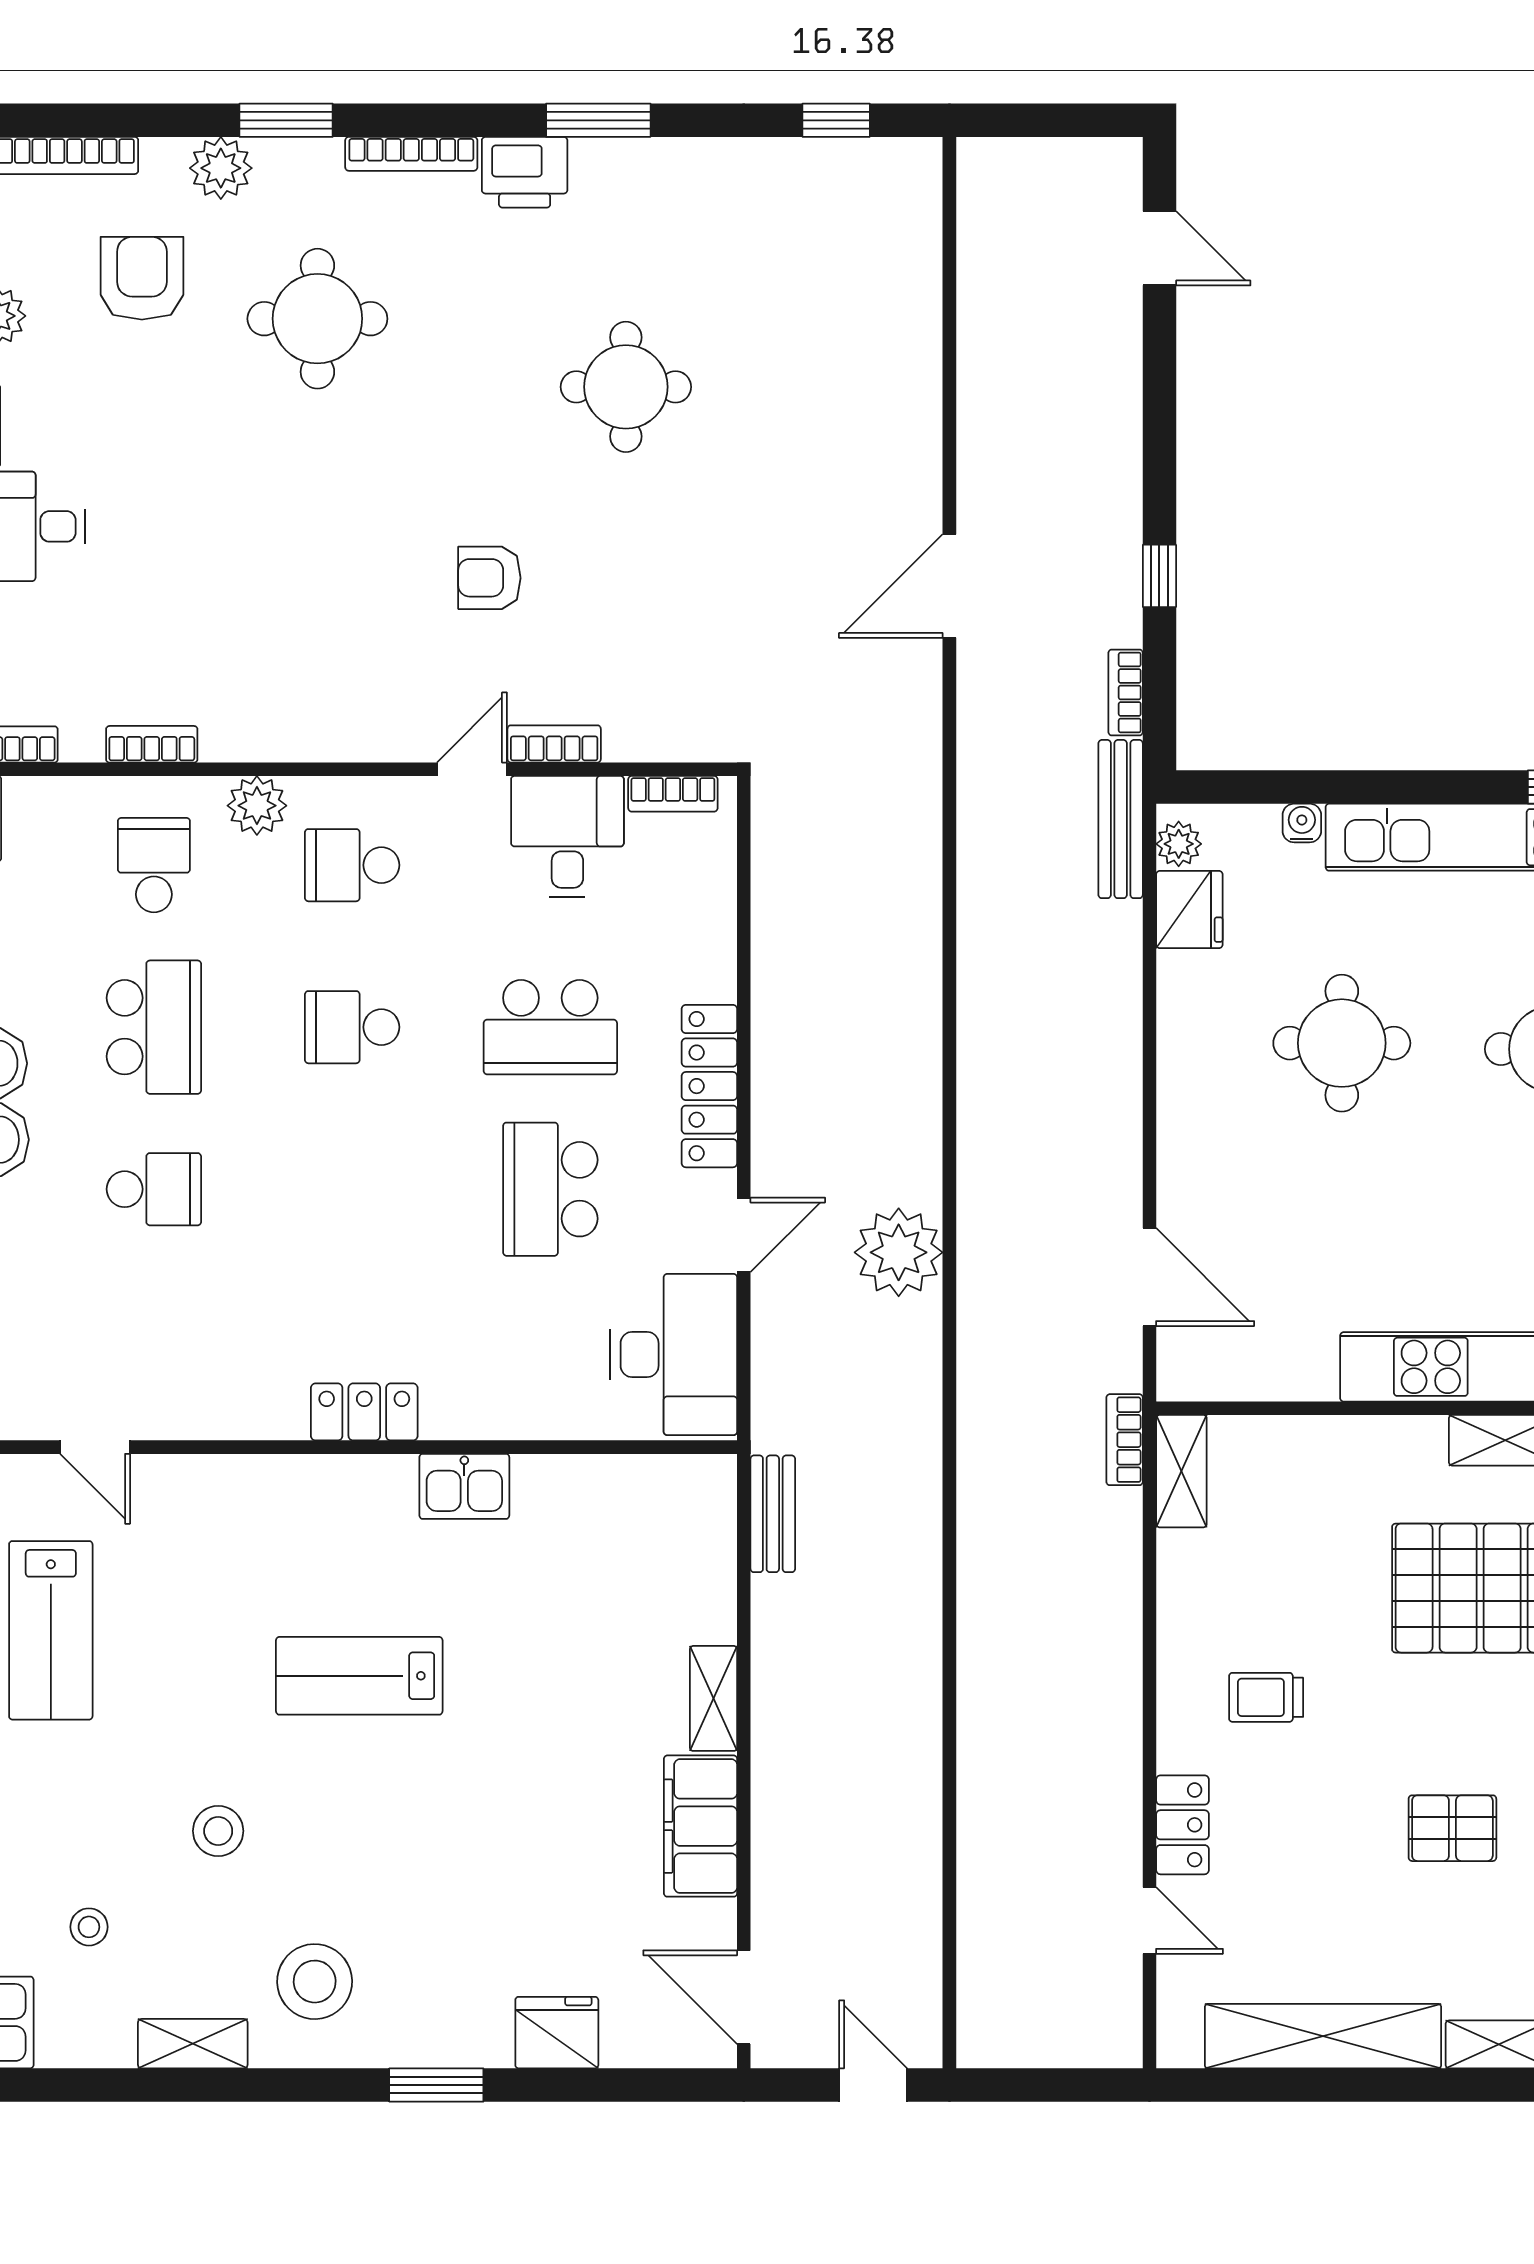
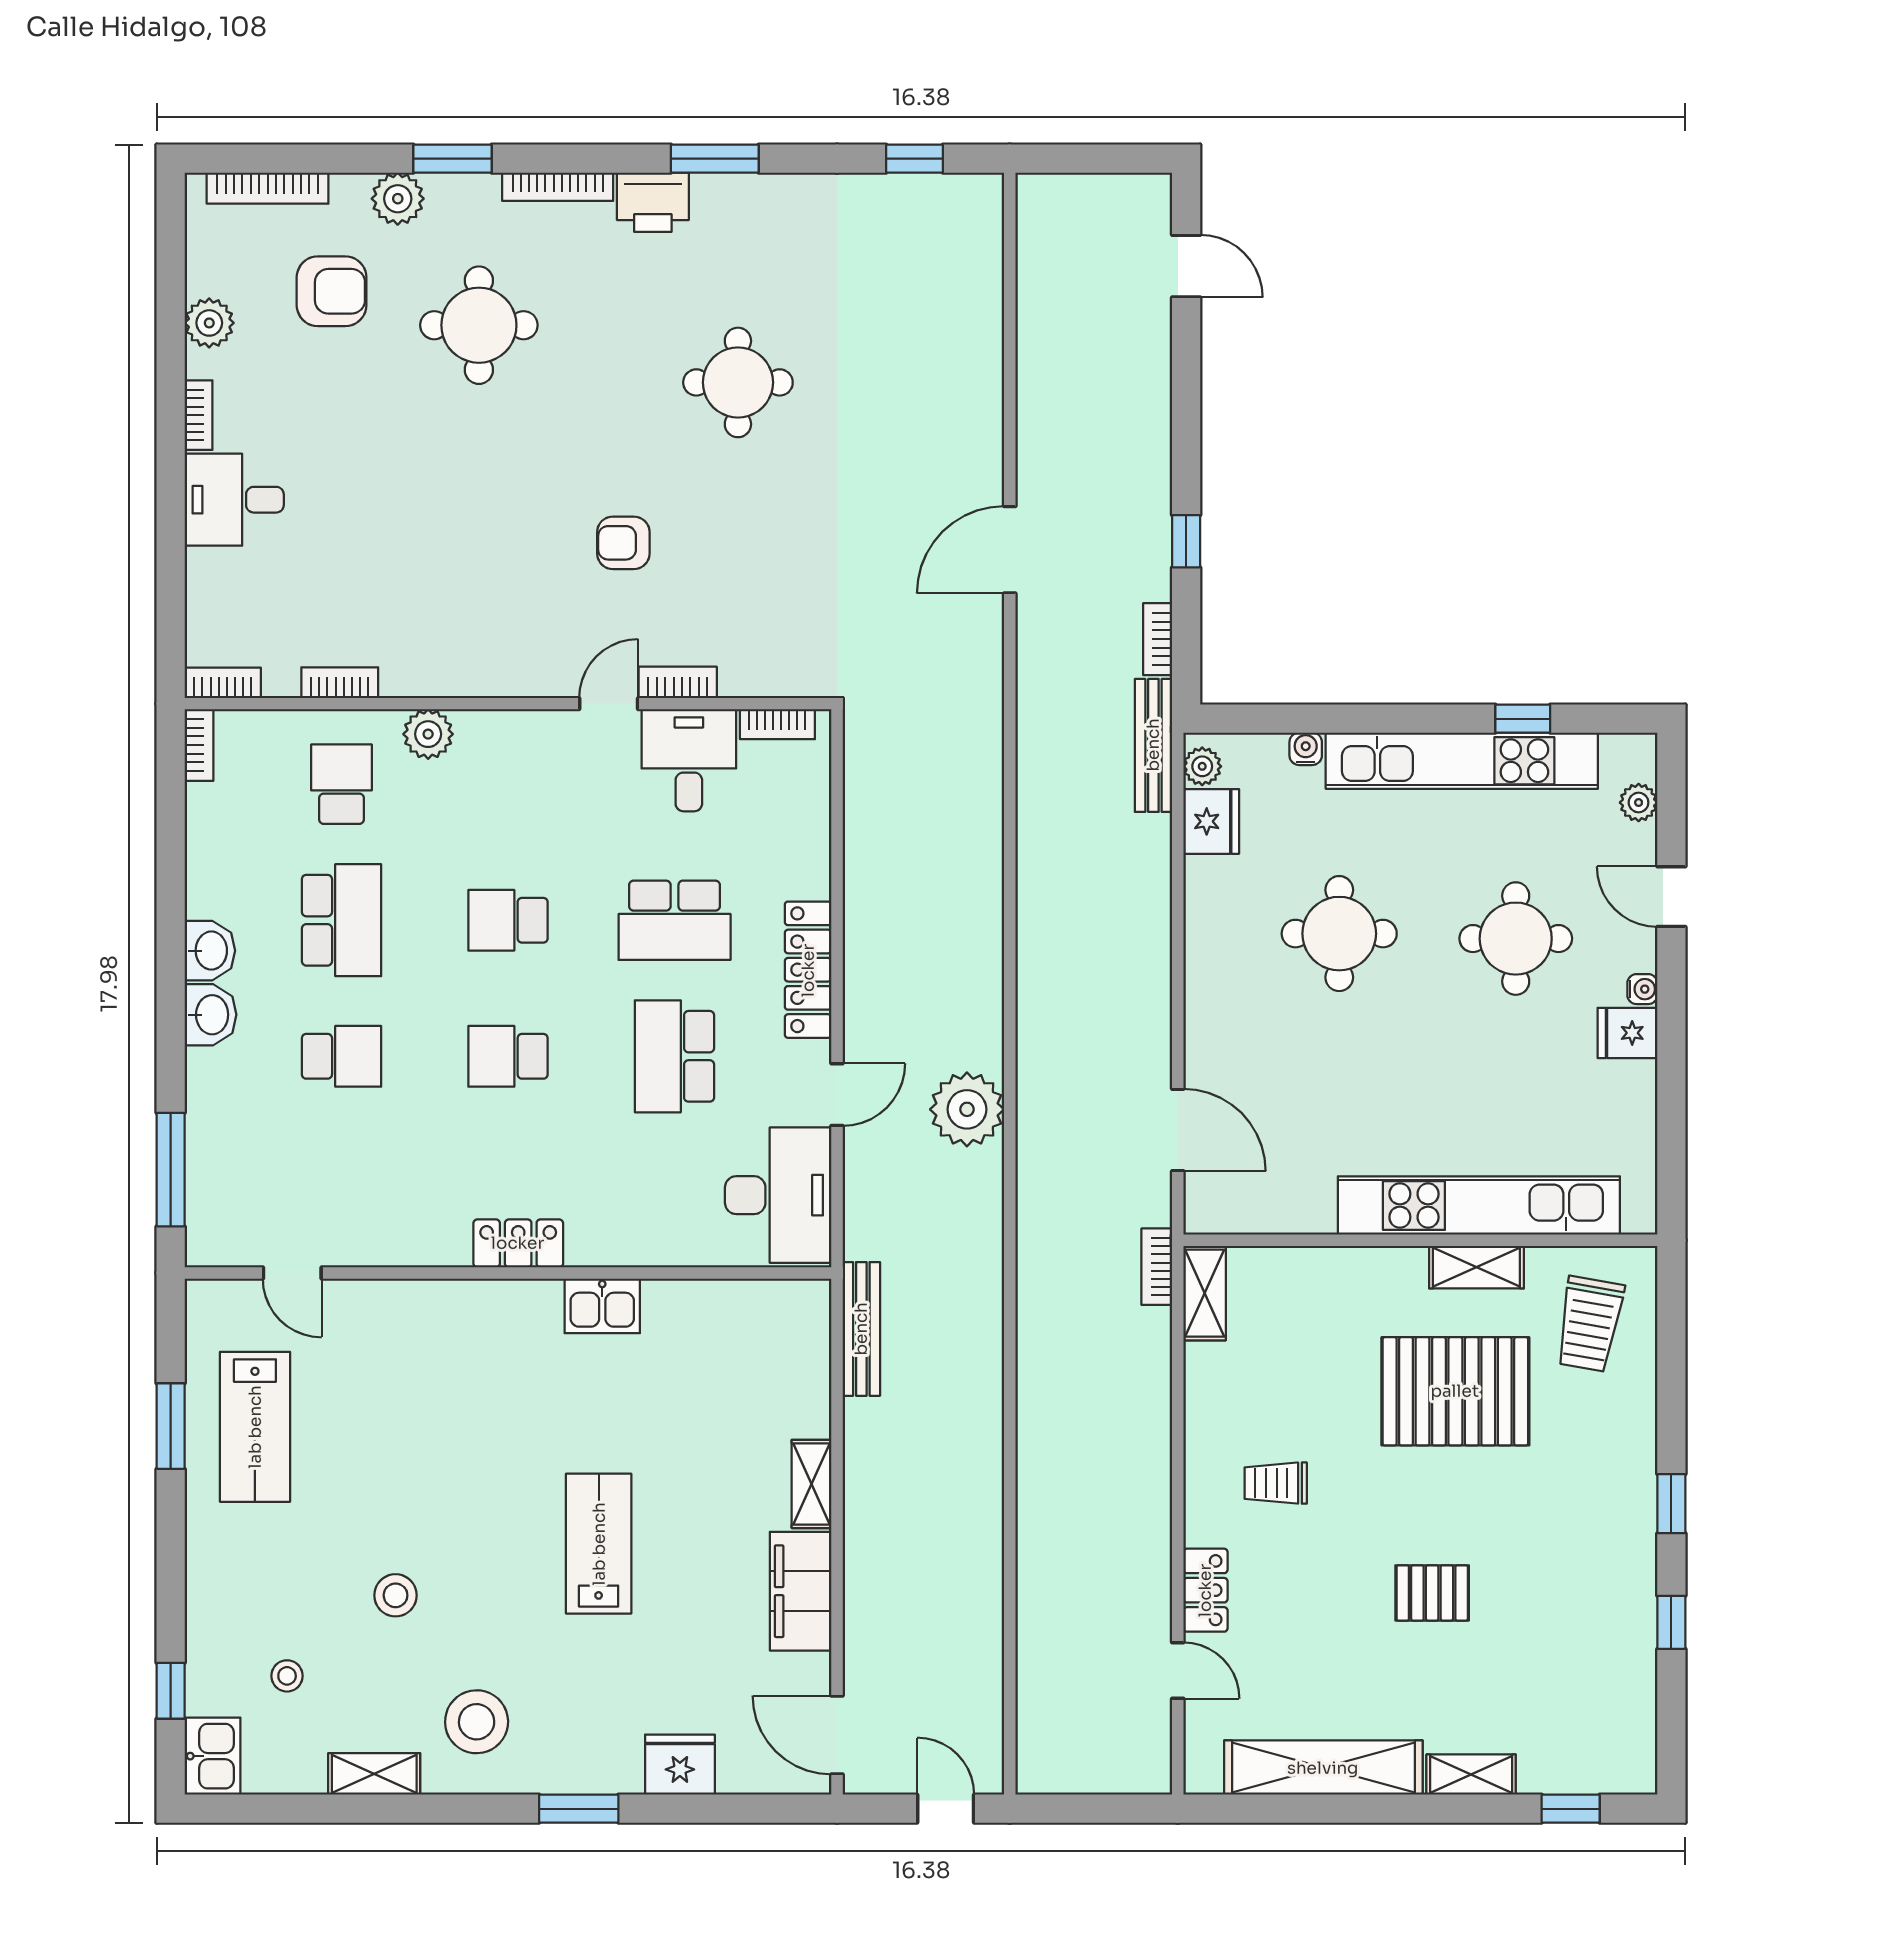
armchair: (142, 278) -> (332, 291), turned 90
school desk: (352, 865) -> (508, 1056), moved
bench: (773, 1514) -> (861, 1329), width x1.36
lab bench: (359, 1676) -> (599, 1544), moved, turned 90

